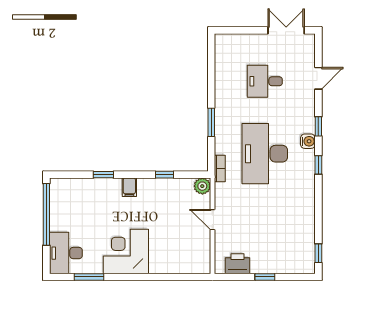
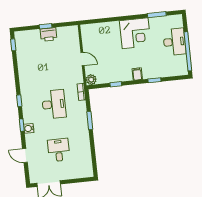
door: (318, 78) -> (25, 155), hinge flipped
desk: (265, 81) -> (59, 150), turned -90
water cooler: (308, 141) -> (29, 128), moved
desk: (265, 154) -> (54, 104), width x0.73, depth x0.77
desk: (66, 253) -> (174, 42), moved
printer: (238, 264) -> (49, 34), moved

